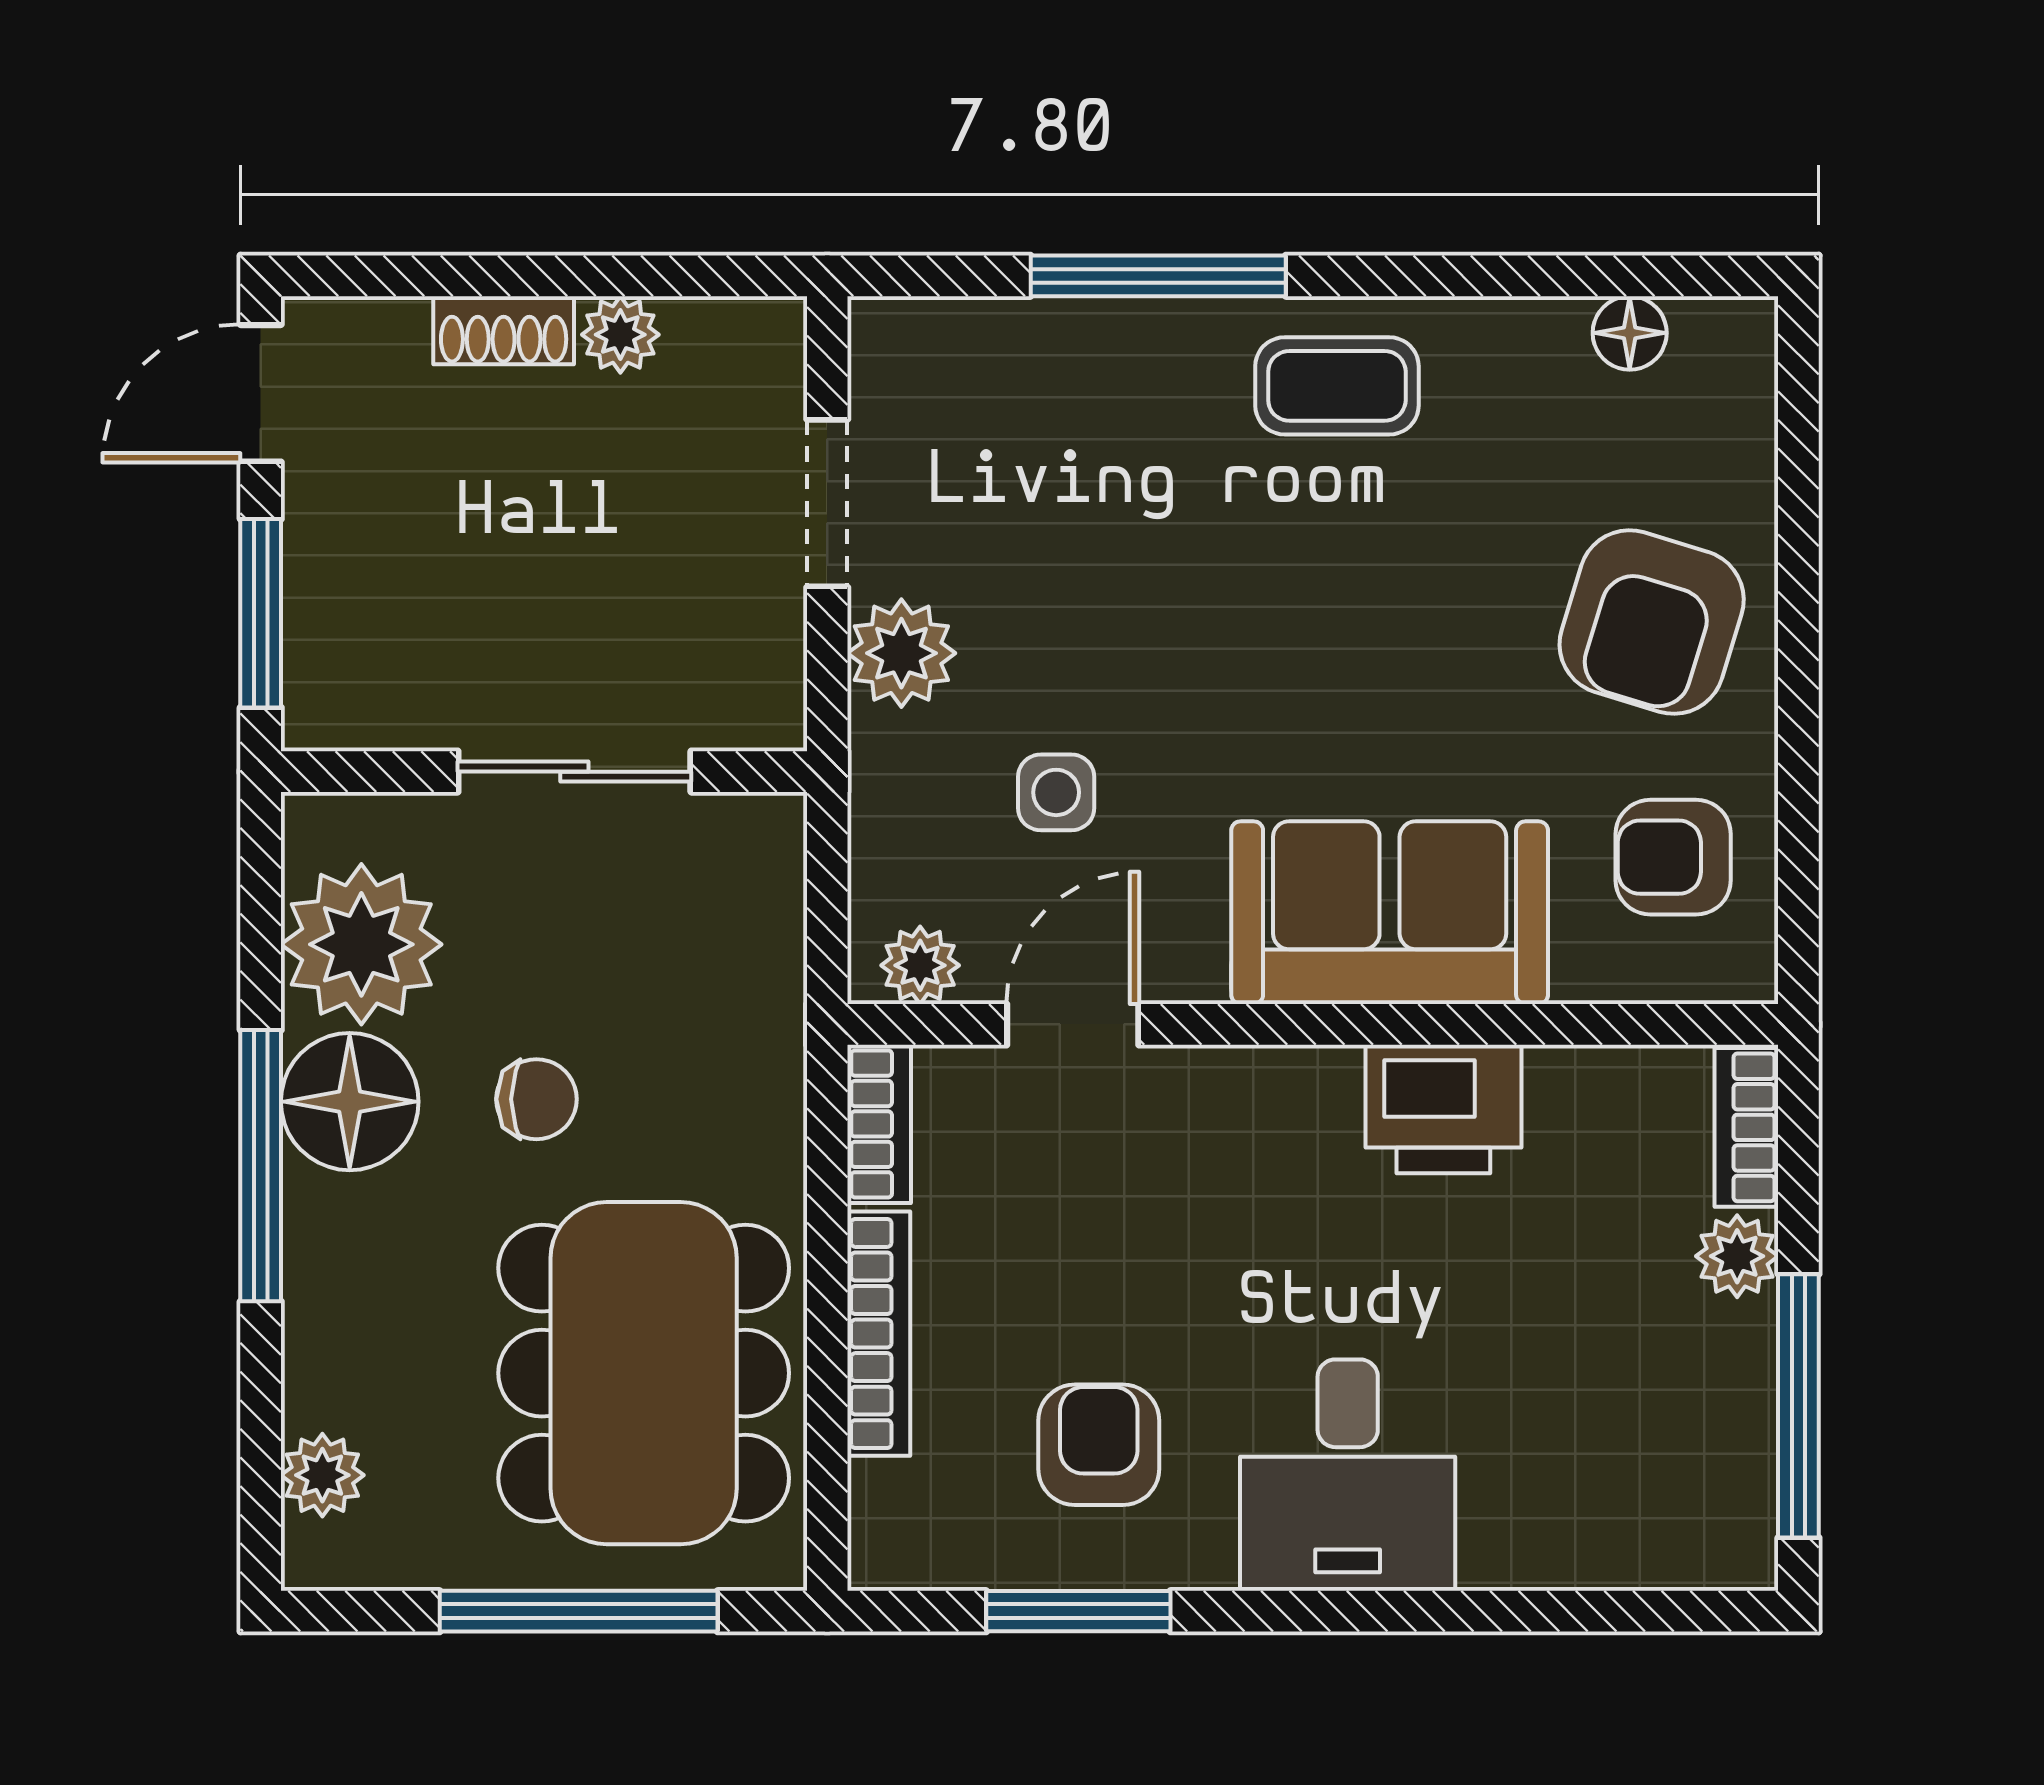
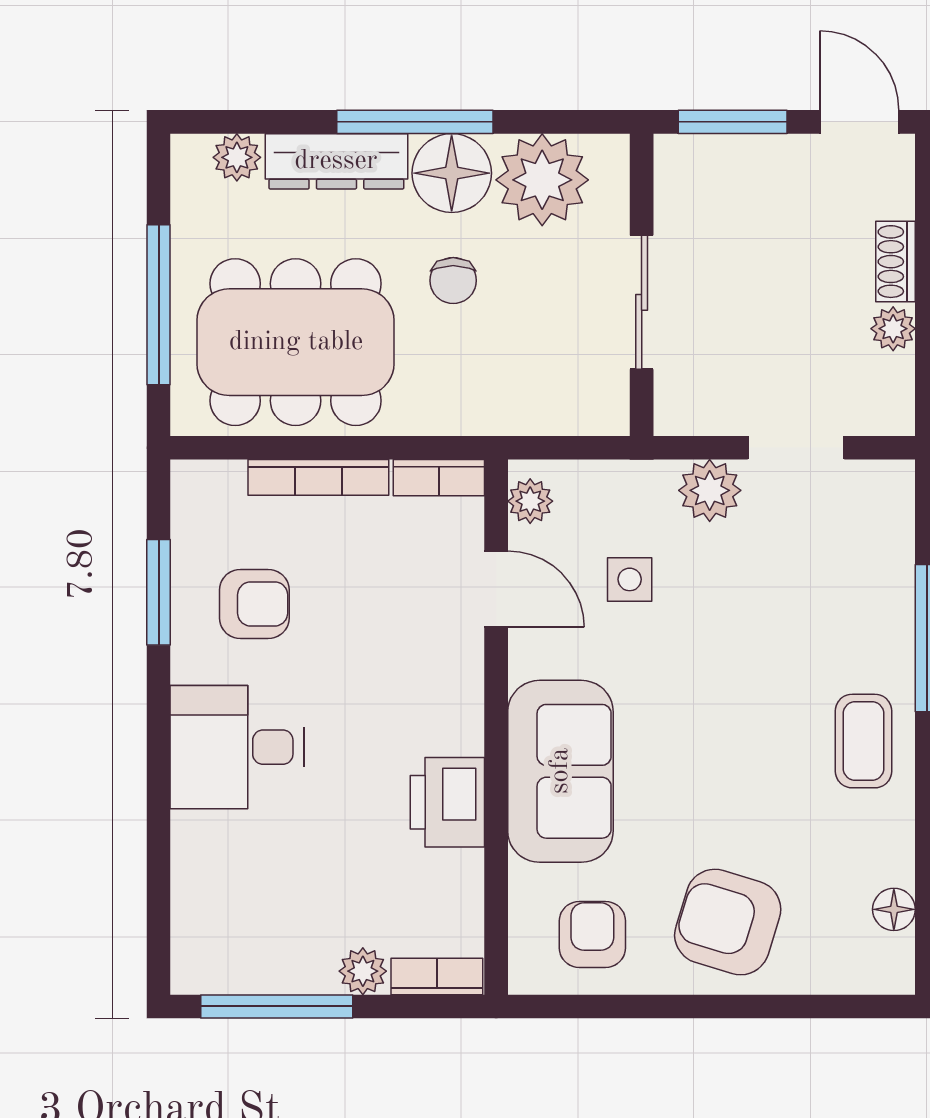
dresser: (329, 1302) -> (336, 161), added

